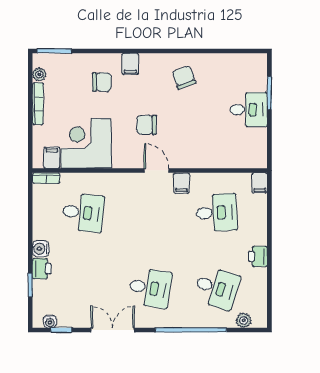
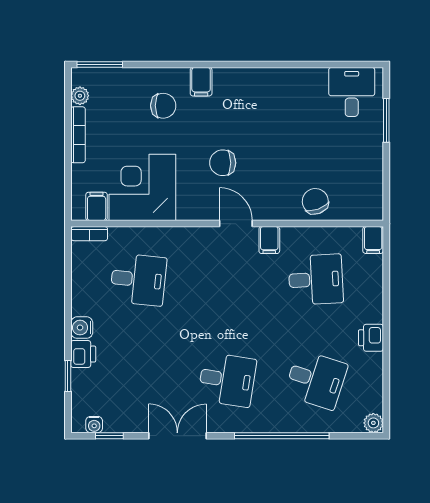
chair: (184, 77) -> (315, 201), moved
desk: (249, 110) -> (352, 92), moved, turned -90
plant: (244, 320) -> (373, 423), moved

